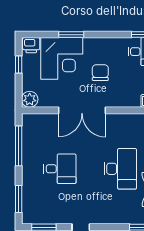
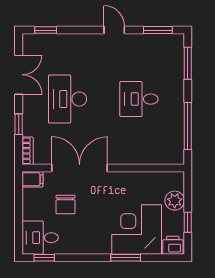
chair: (100, 73) -> (65, 205), moved
plant: (30, 99) -> (175, 201), moved
double door: (82, 110) -> (80, 168), moved

